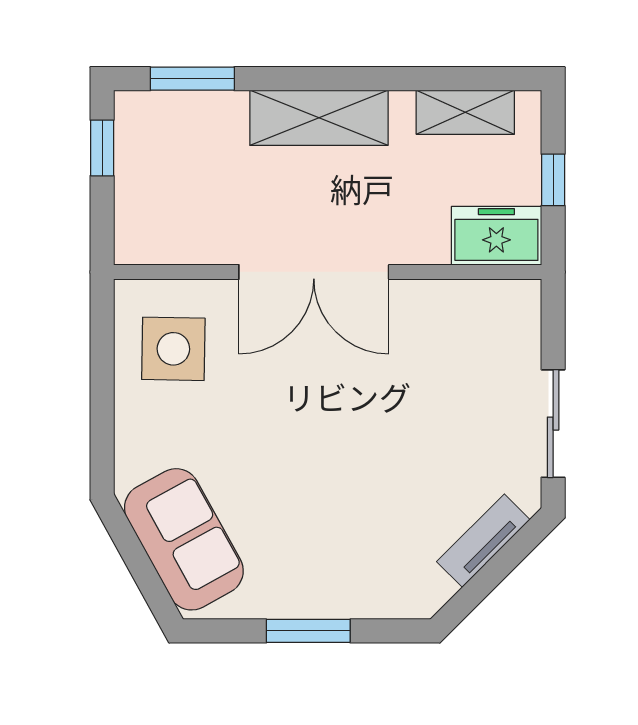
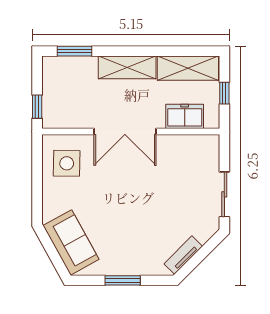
shelving: (465, 112) -> (188, 68), width x1.50, depth x1.33
window: (102, 148) -> (37, 107), moved
freezer: (496, 236) -> (185, 116), moved
tv unit: (483, 541) -> (183, 255), moved

